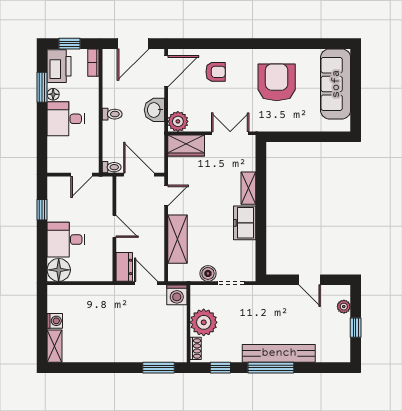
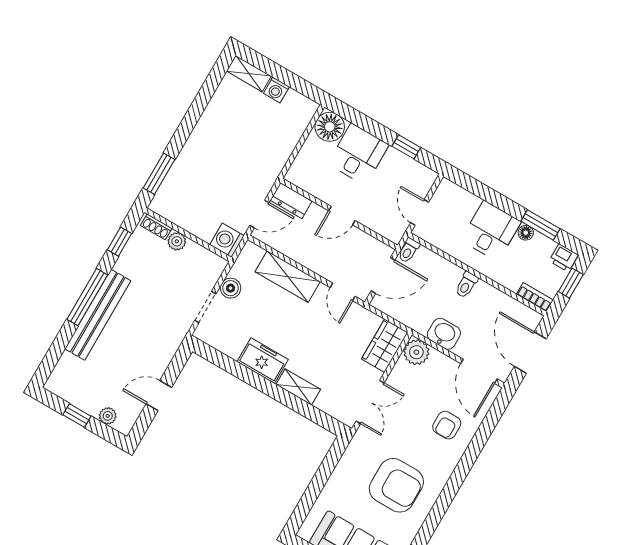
printer: (59, 66) -> (564, 258), width x0.53, depth x0.68
plant: (204, 322) -> (177, 241), width x0.53, depth x0.53

